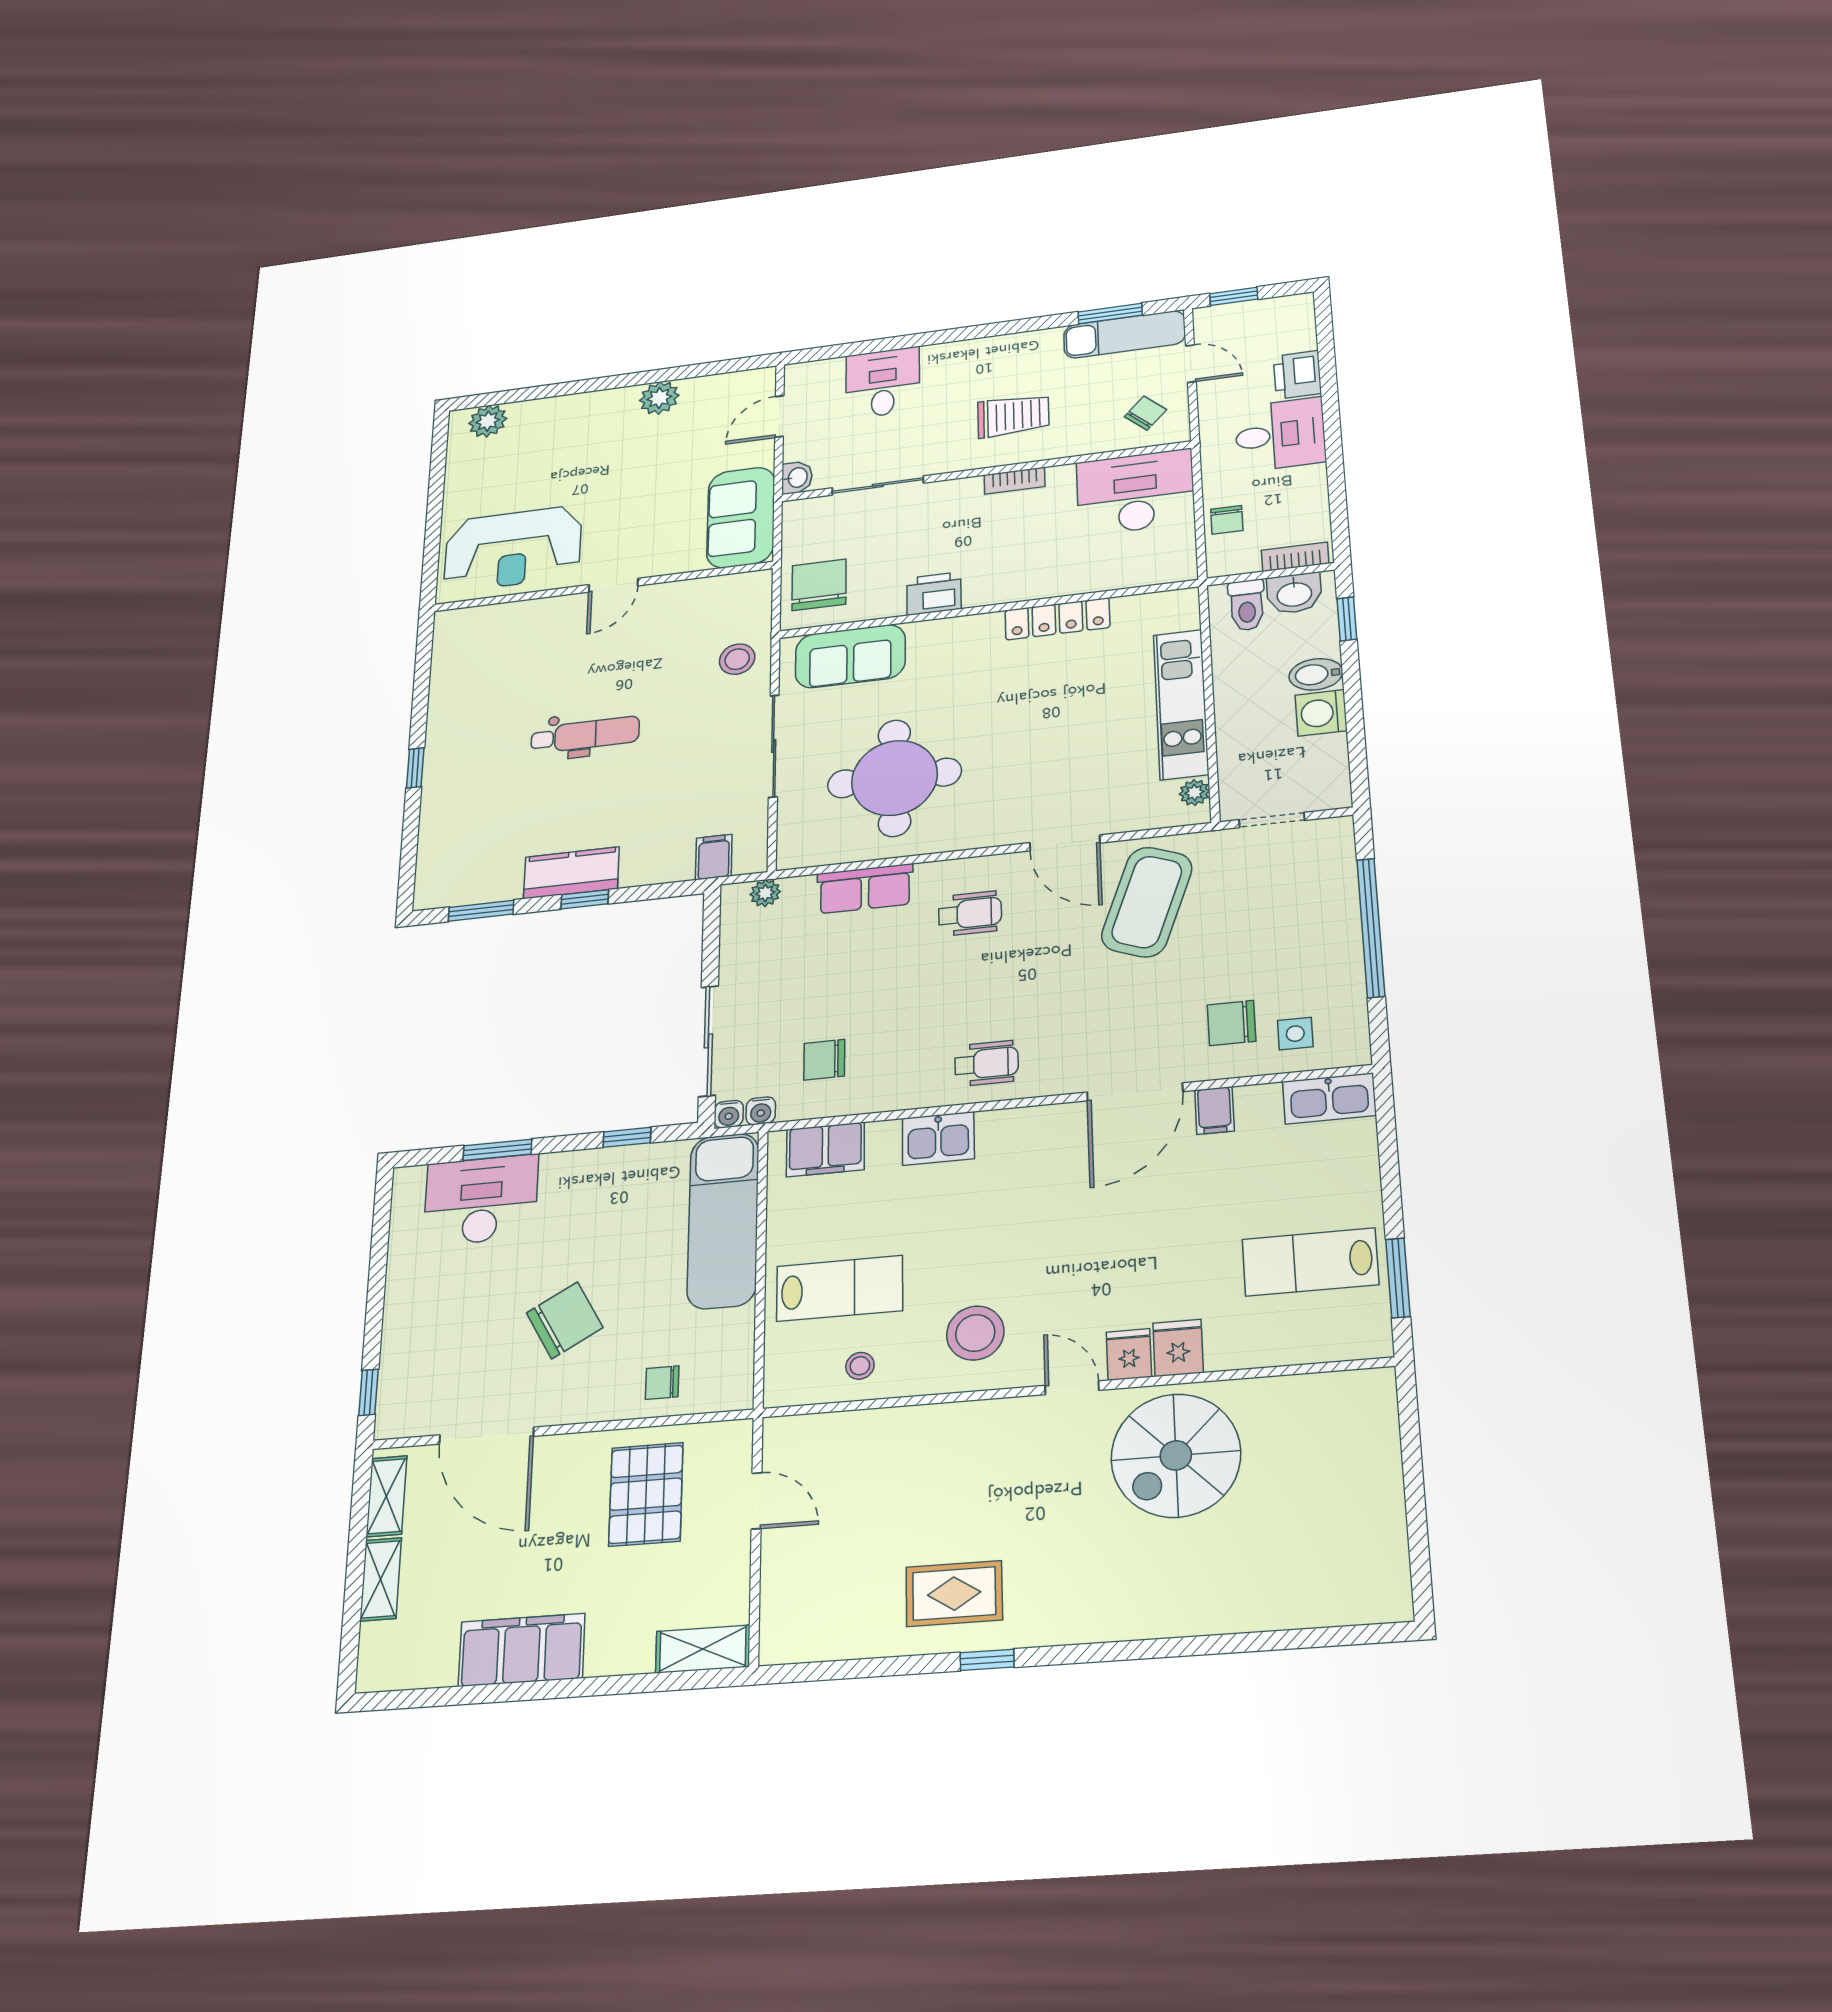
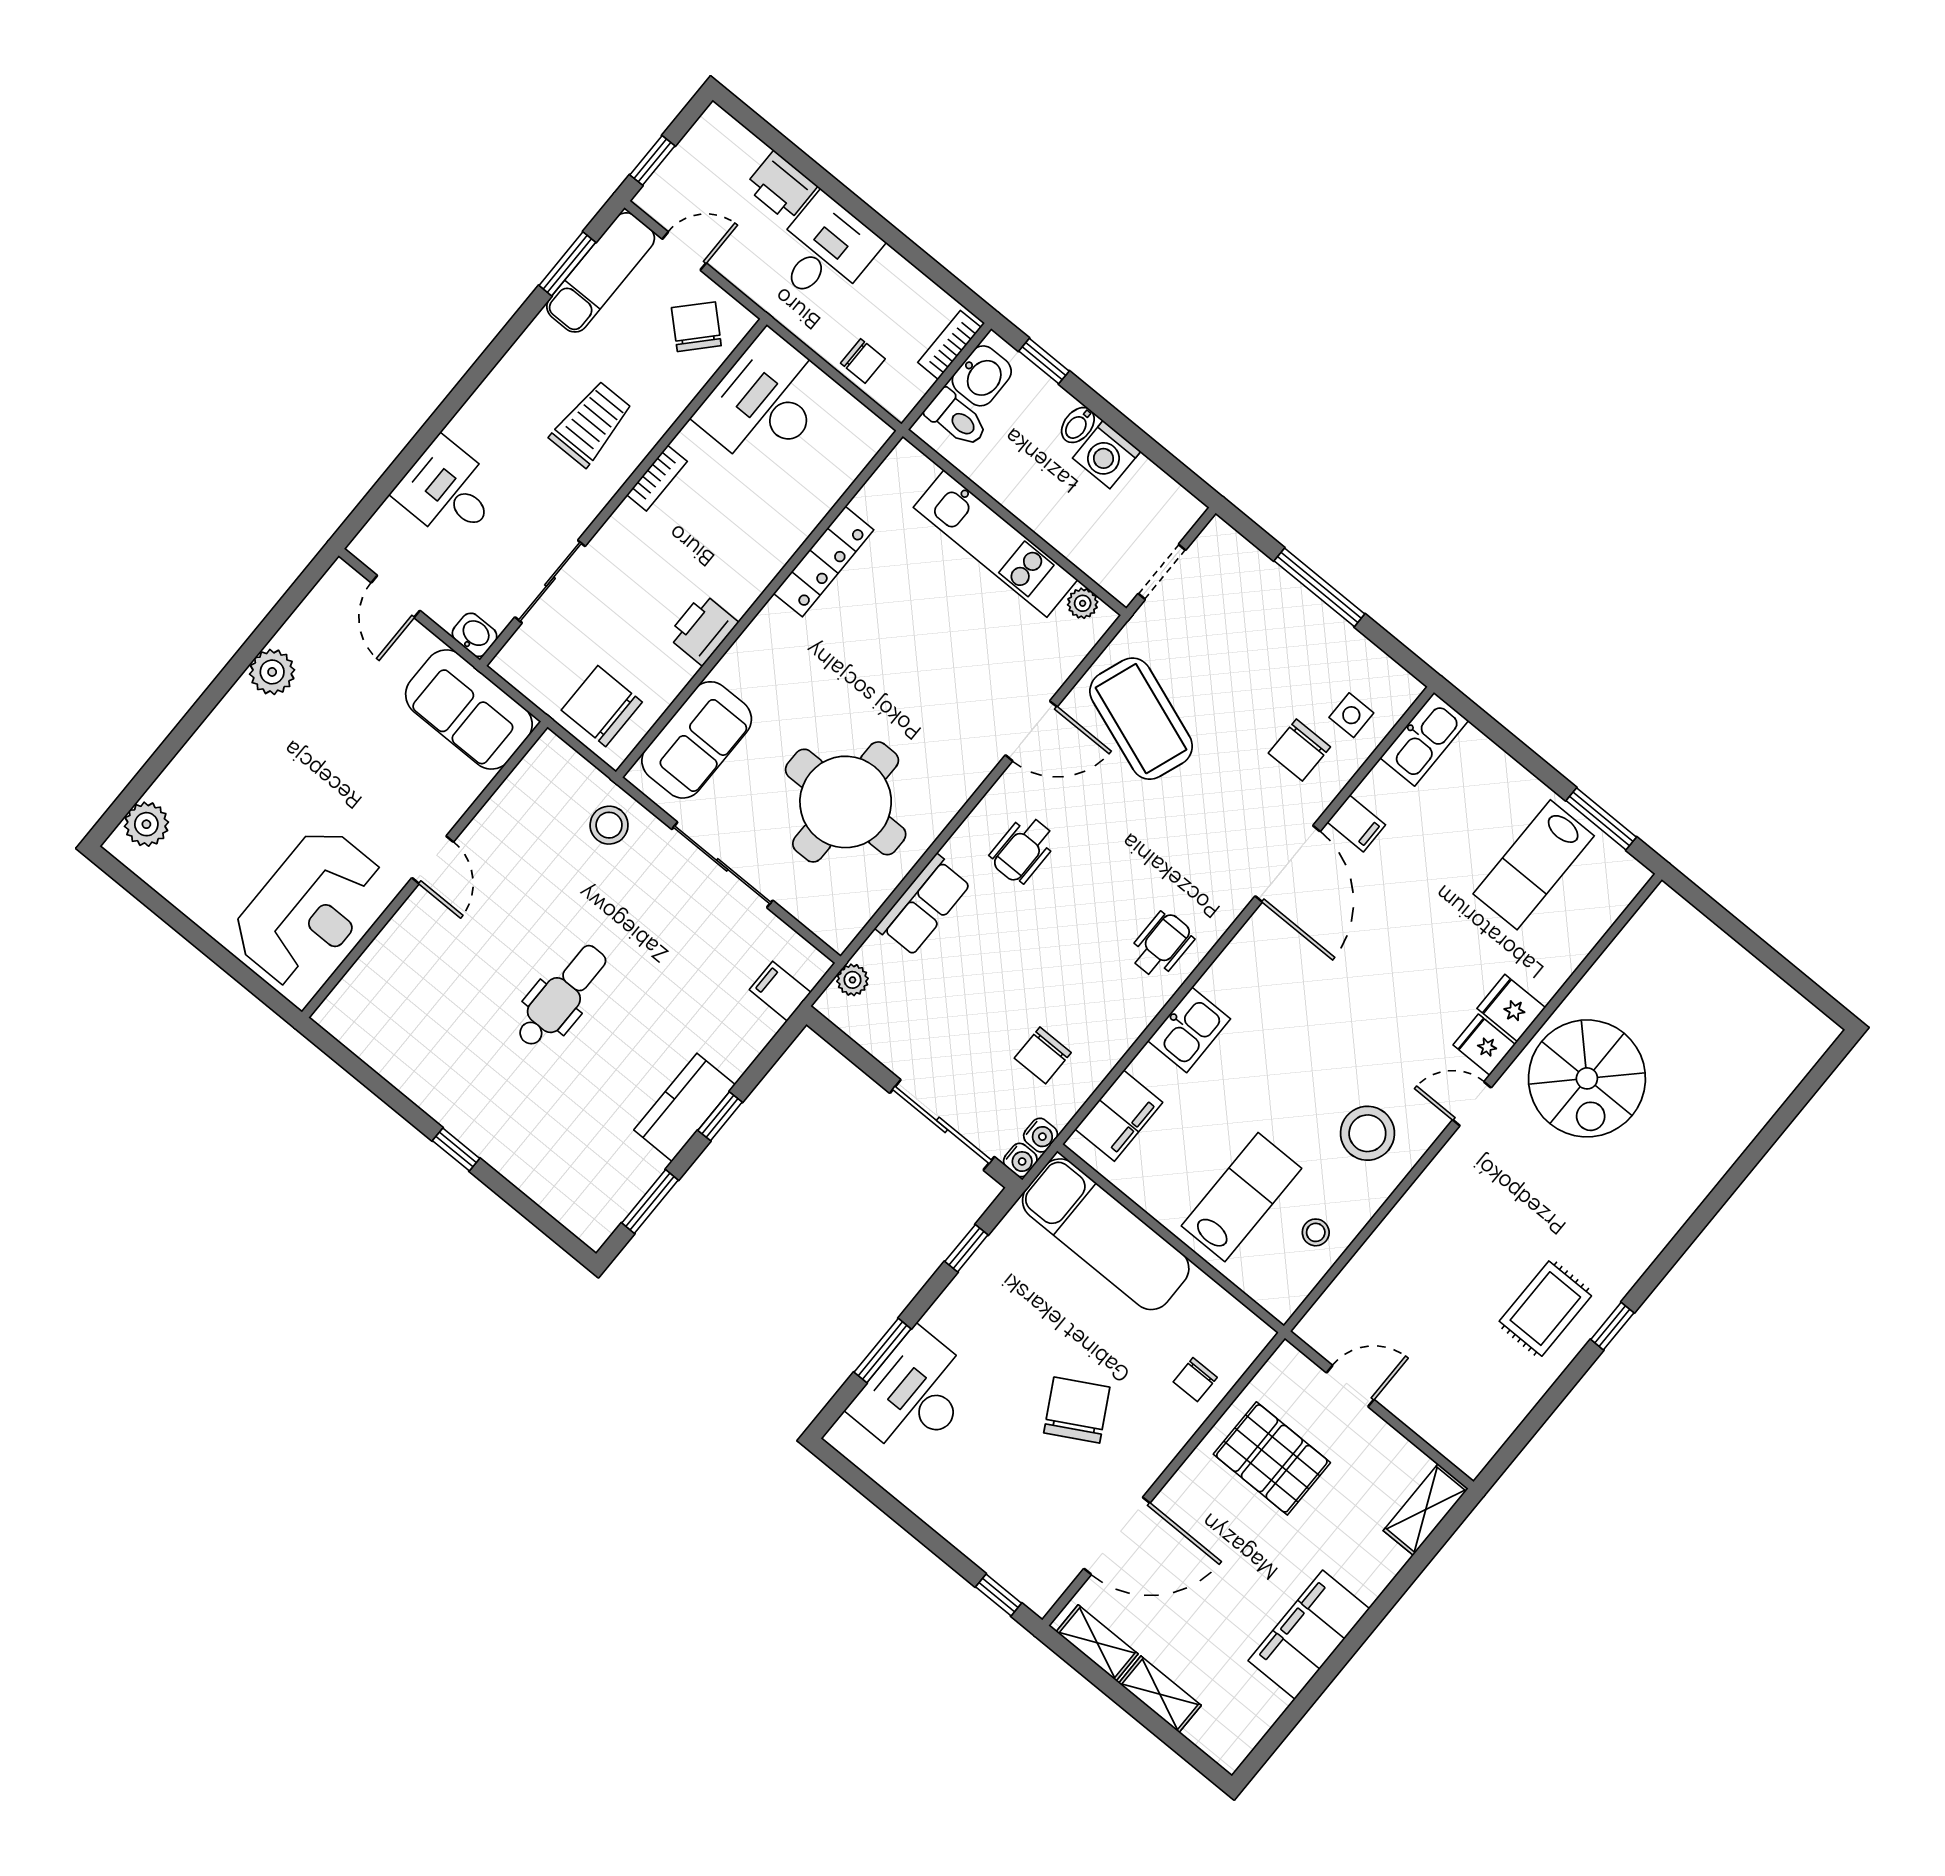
chair: (1146, 413) -> (696, 327), width x1.37, depth x1.37
bidet: (1316, 674) -> (1078, 425), width x0.72, depth x0.74
wheelchair: (970, 913) -> (1023, 849), turned 180
window: (1371, 928) -> (1319, 587), width x0.68

